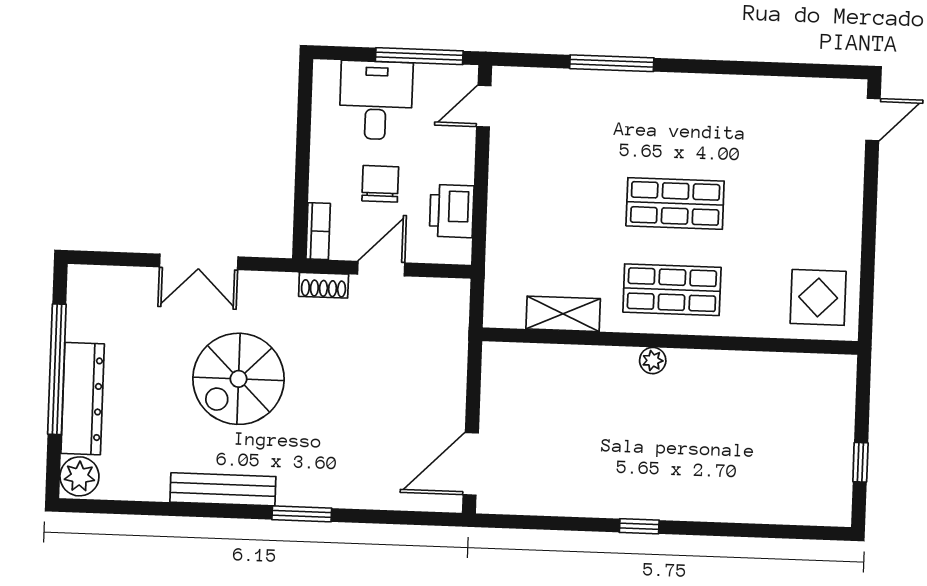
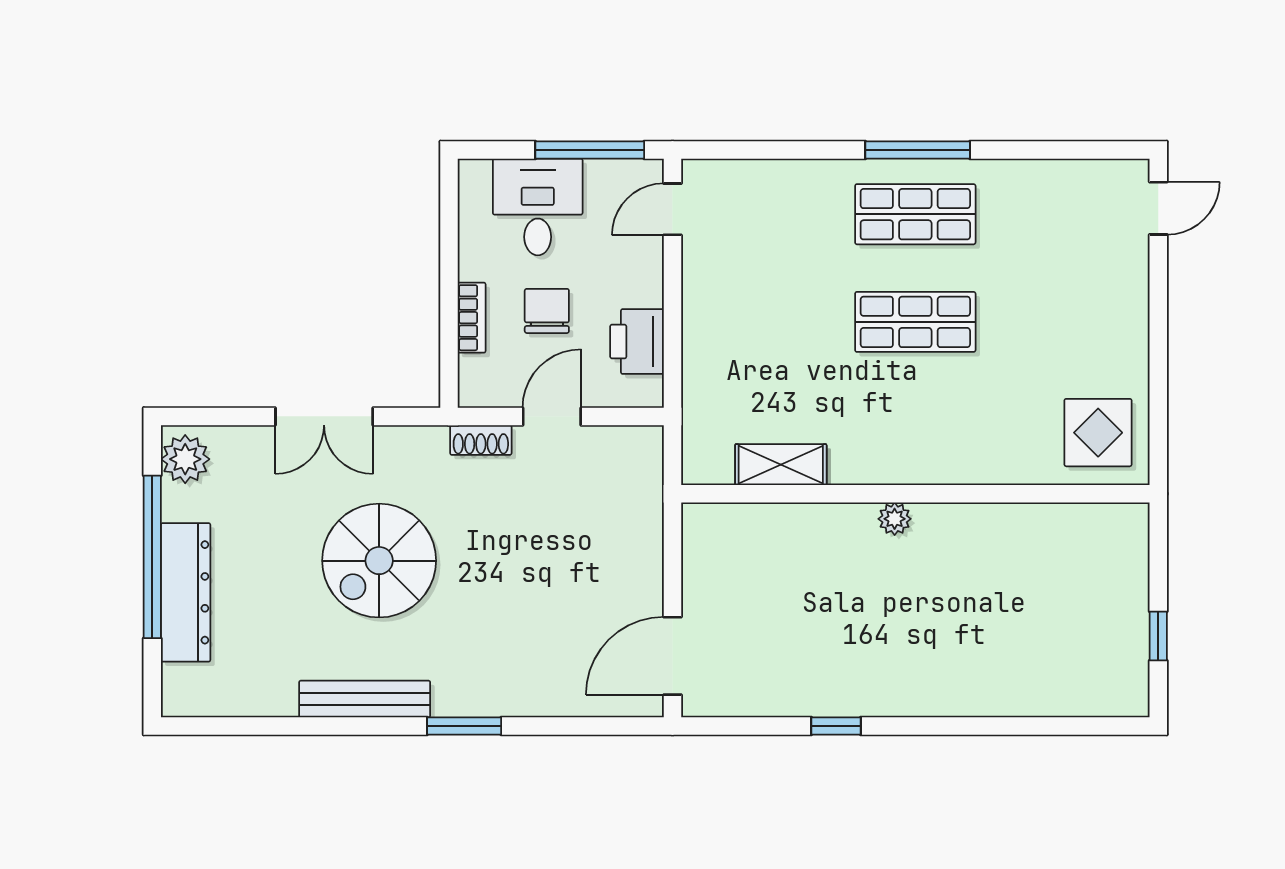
window: (612, 63) -> (918, 150), moved
bookcase: (318, 231) -> (472, 318), moved
shop shelf: (672, 290) -> (915, 214), moved
plant: (79, 476) -> (185, 459), moved
window: (639, 526) -> (836, 726), moved

